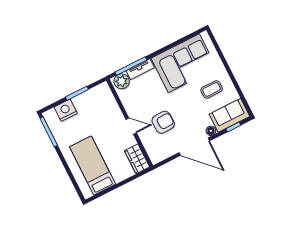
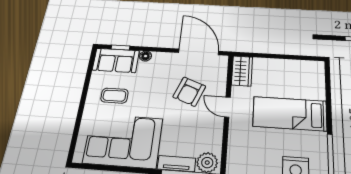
armchair: (163, 122) -> (189, 92), turned -67
door: (194, 147) -> (199, 52), moved
bed: (93, 166) -> (290, 114), moved, turned 90

